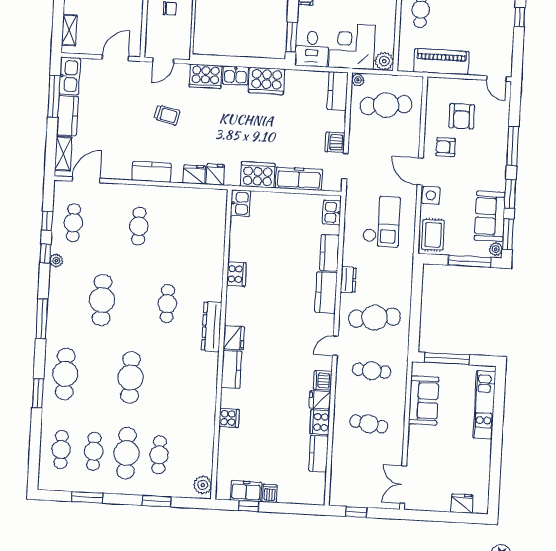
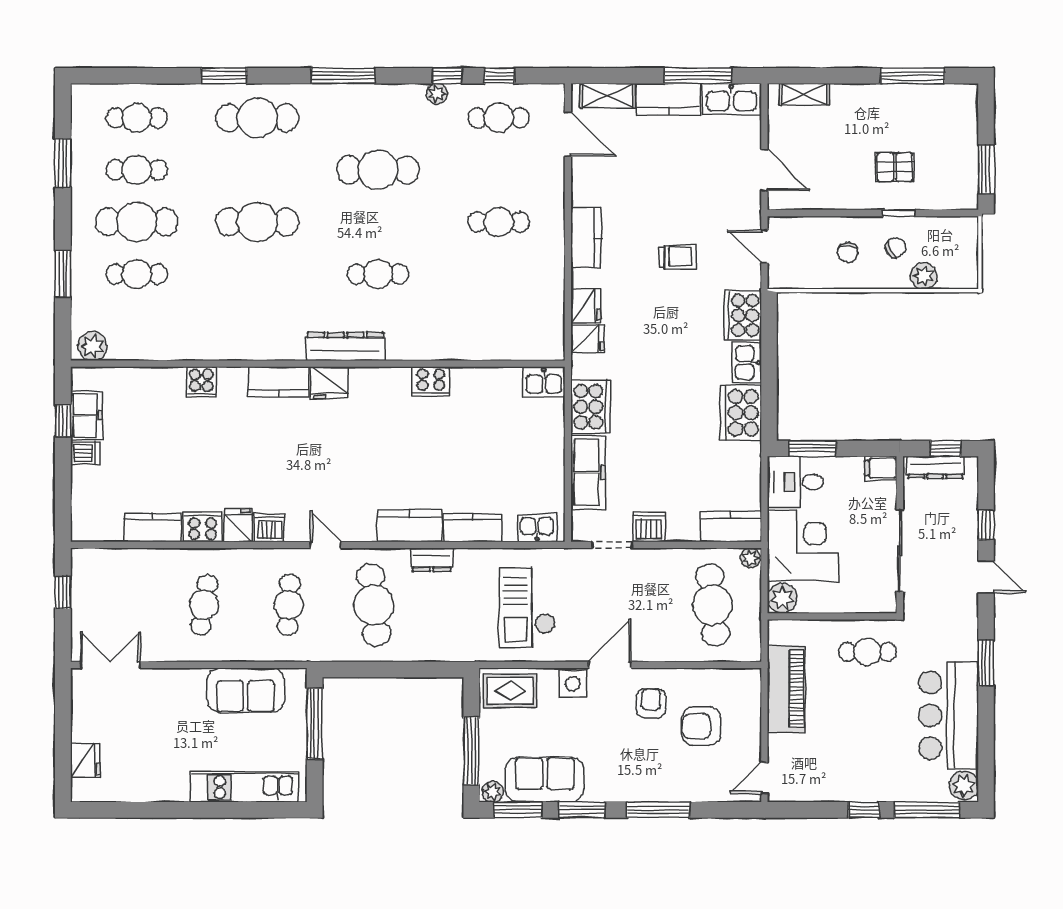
trolley: (167, 115) -> (678, 257), turned -104
checkout: (381, 221) -> (527, 608), turned 90

